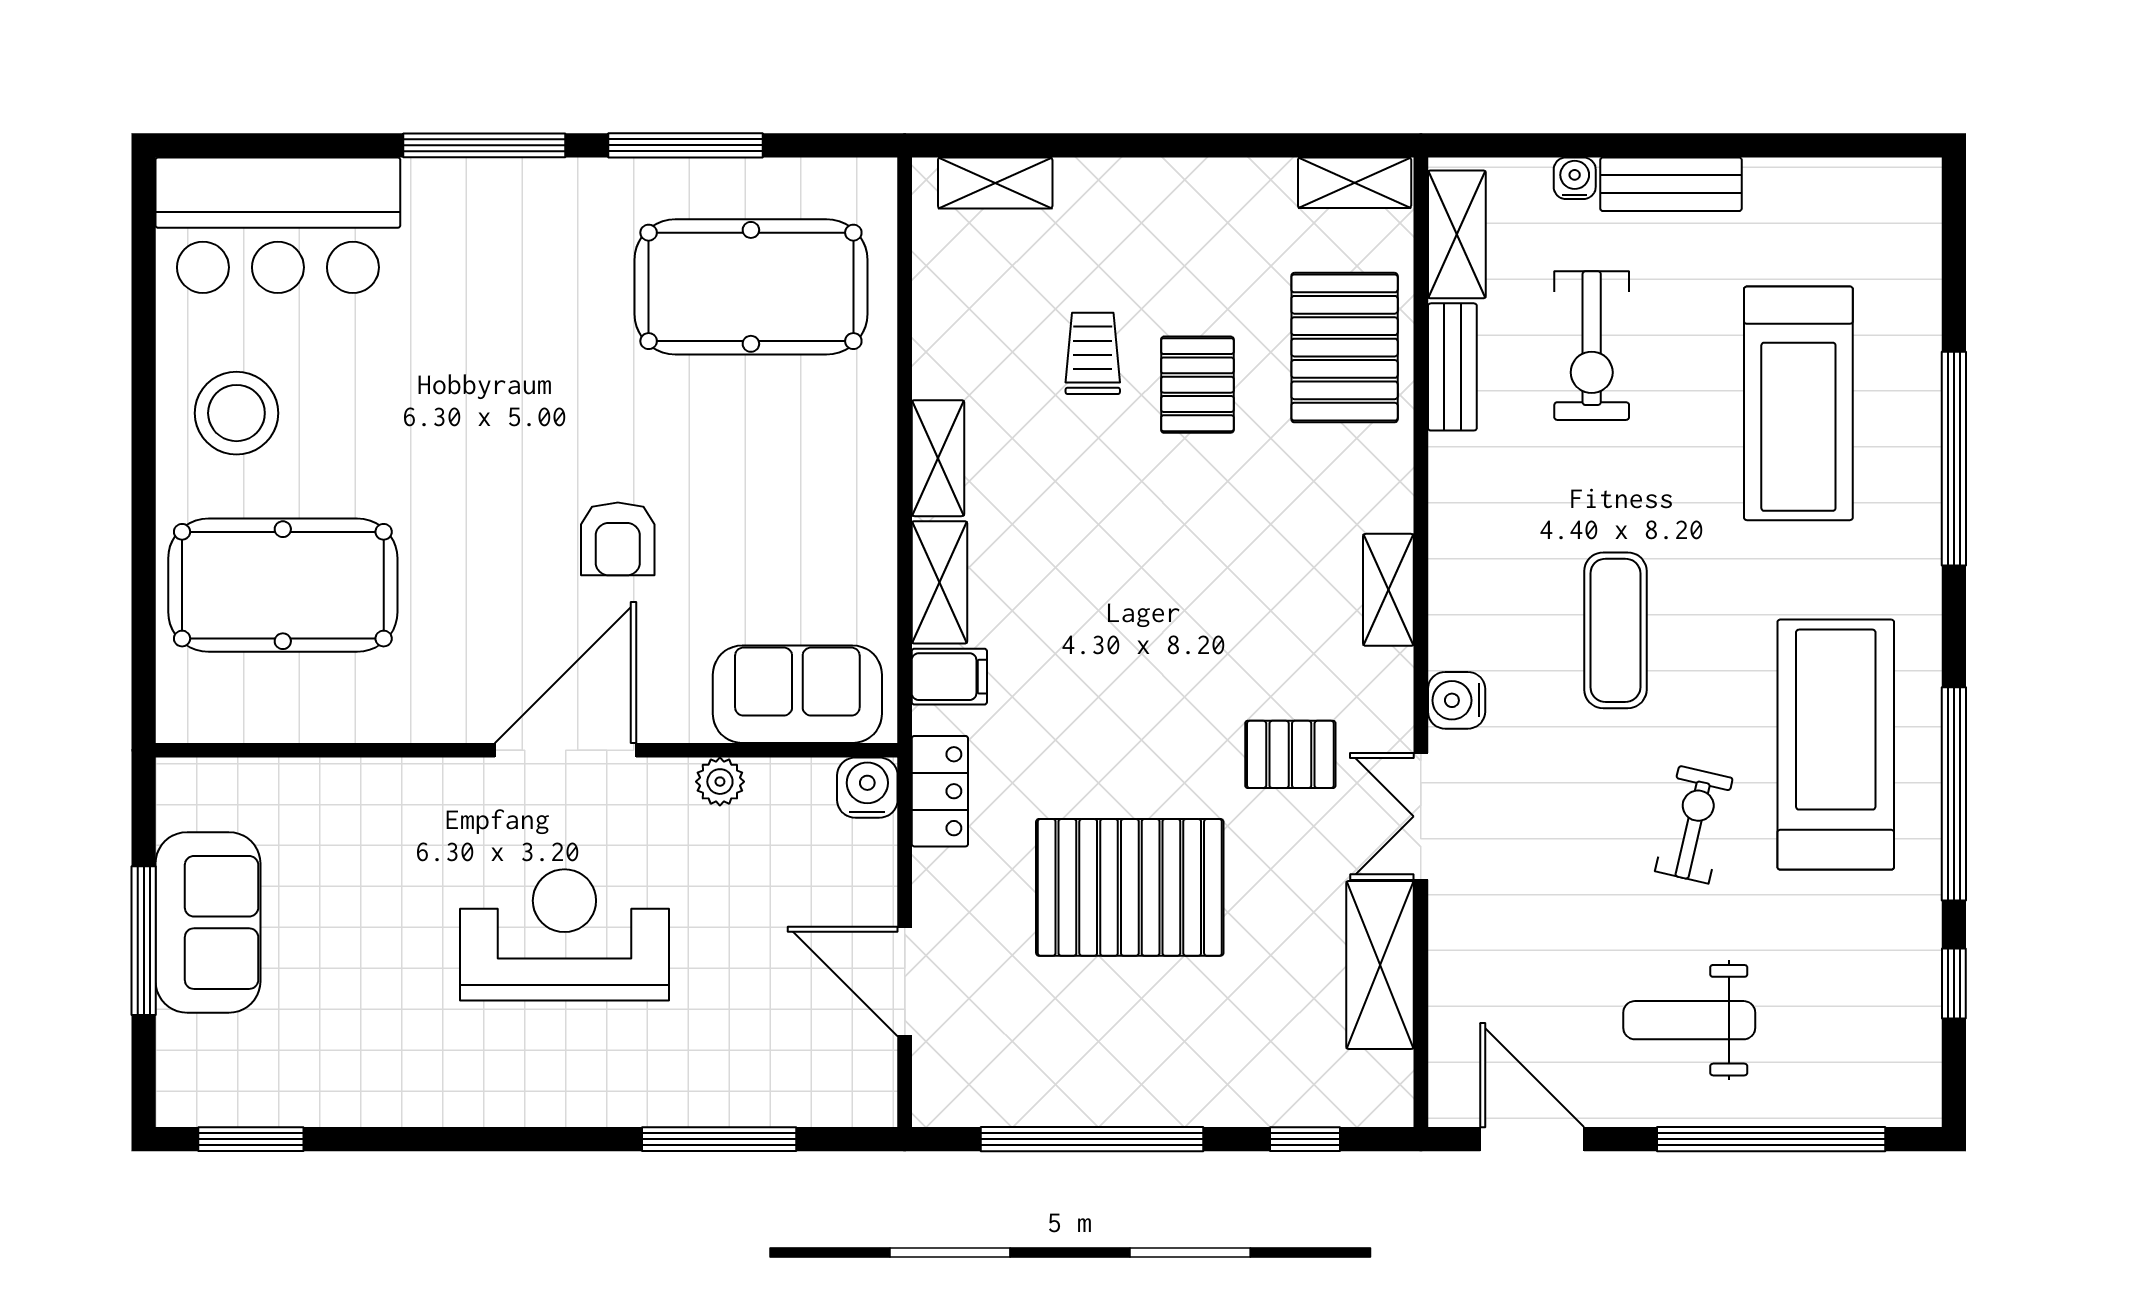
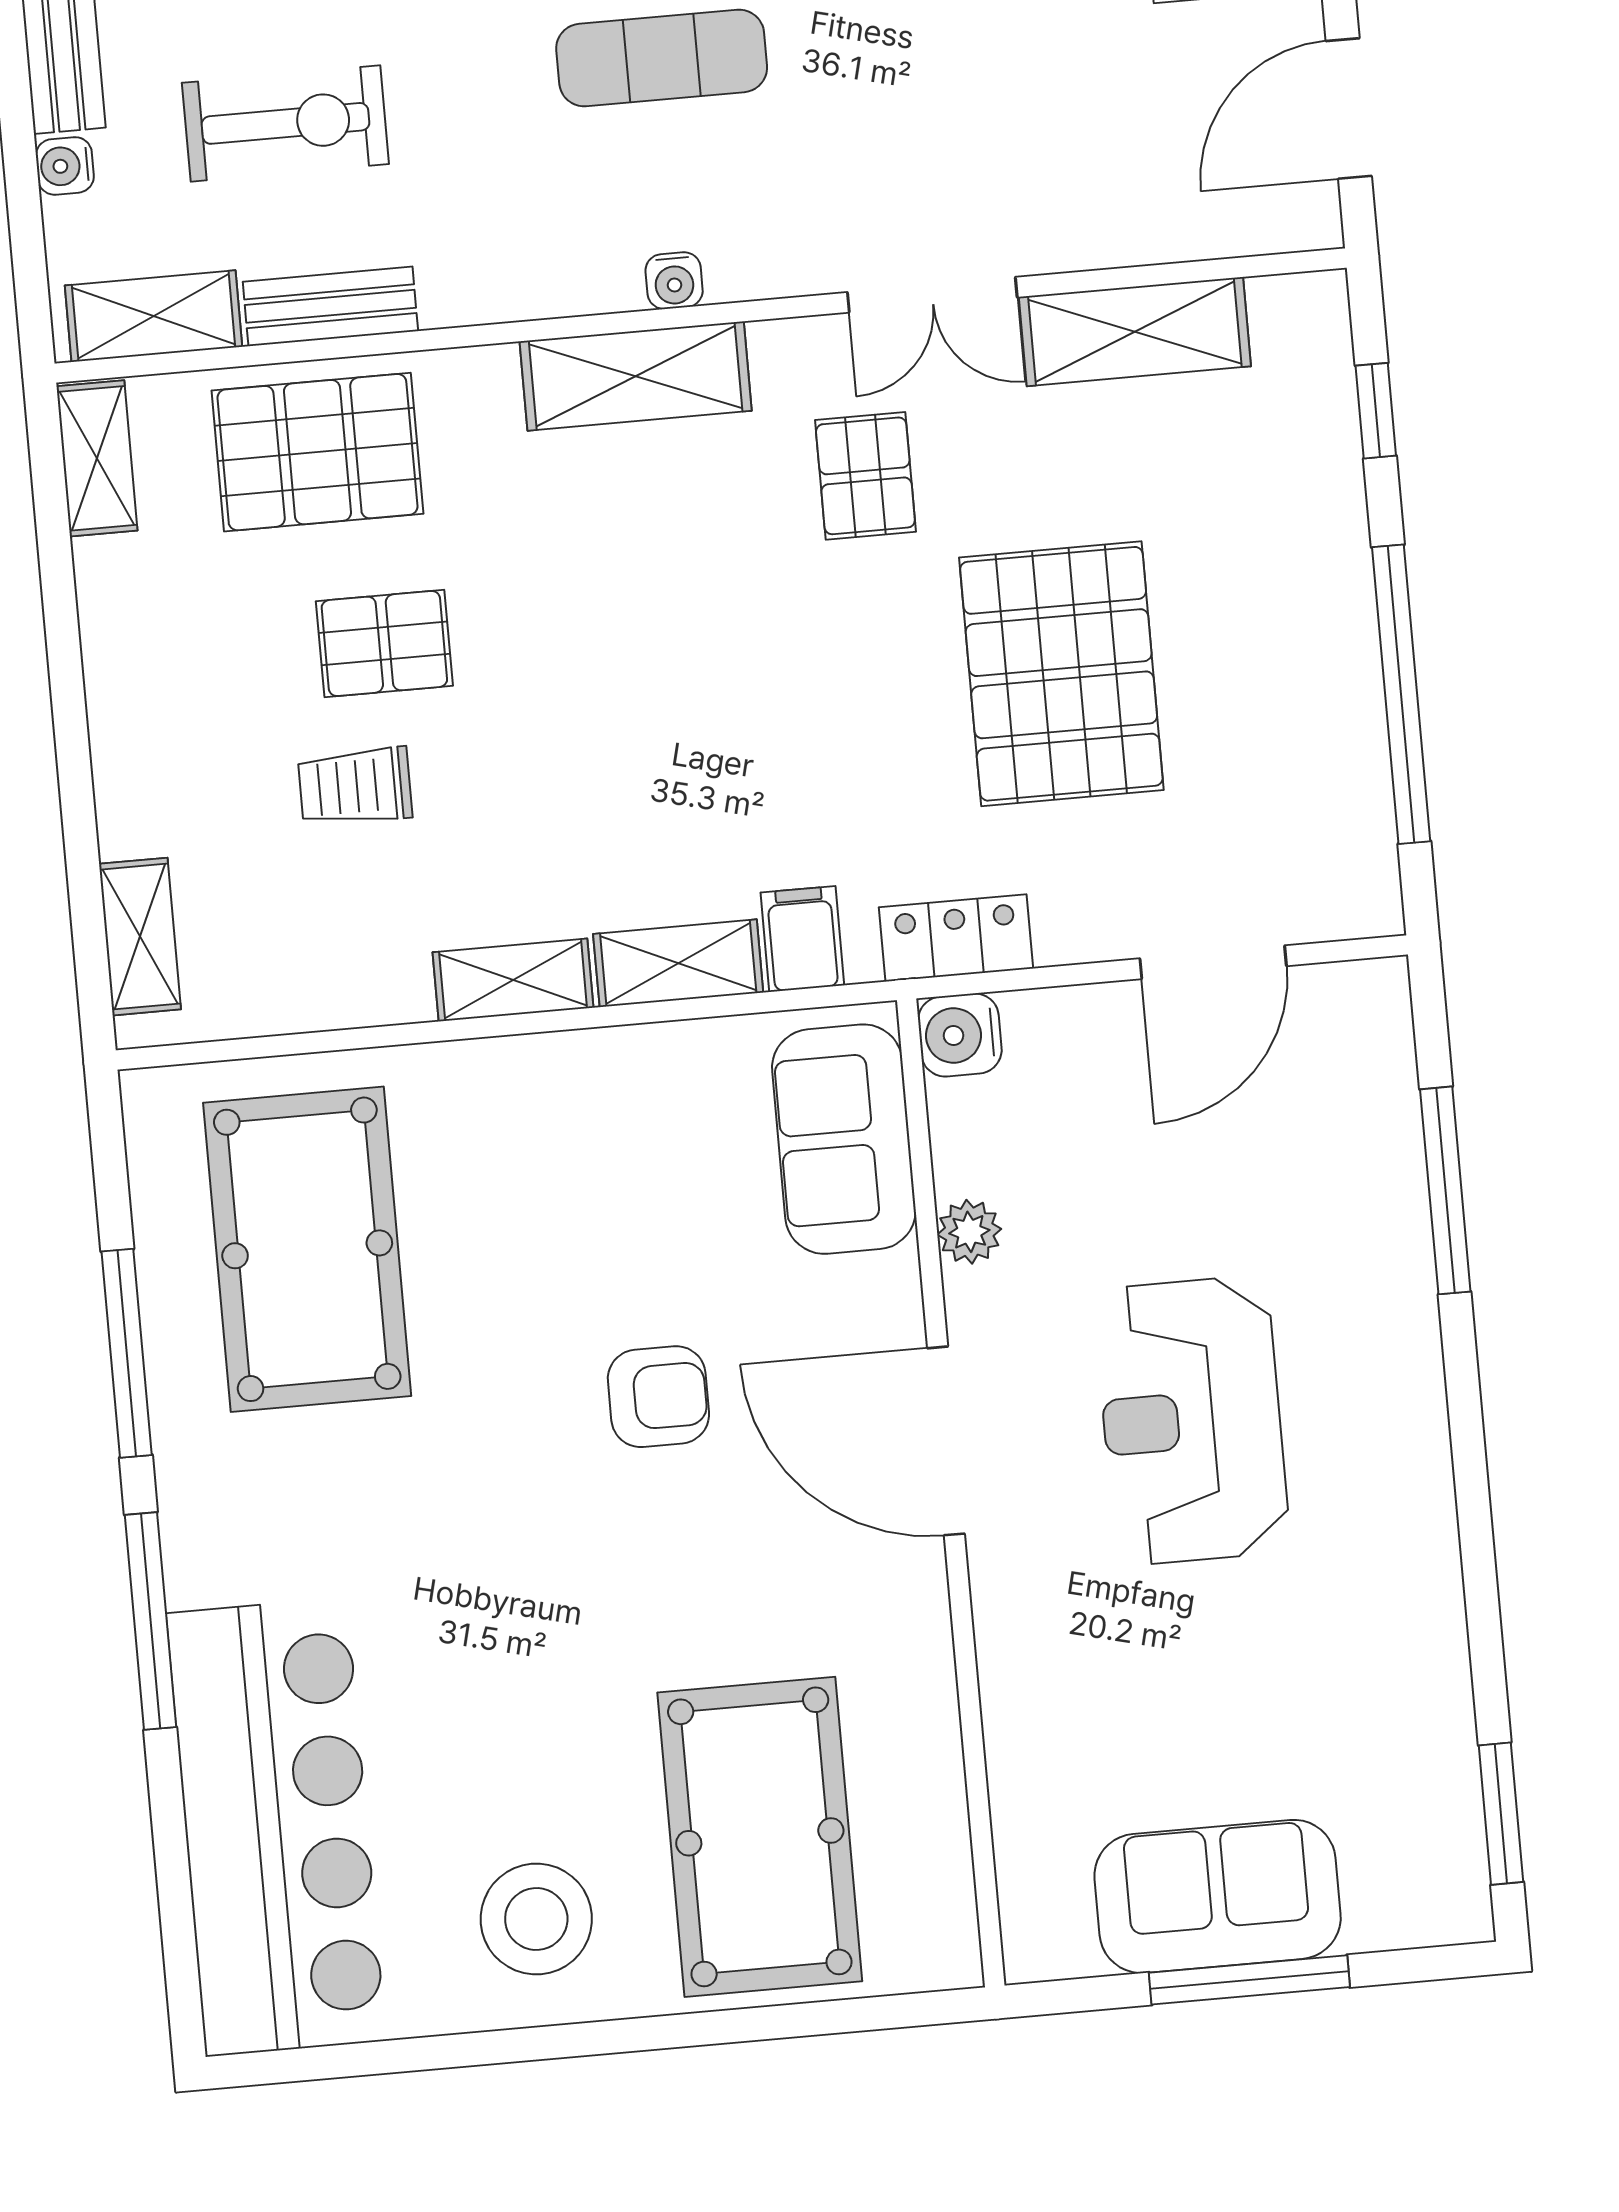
bar counter: (278, 225) -> (276, 1827), width x1.36
shelving: (1388, 590) -> (636, 376), width x1.50, depth x1.33
water cooler: (1457, 700) -> (674, 281), moved, width x0.72, depth x0.72

